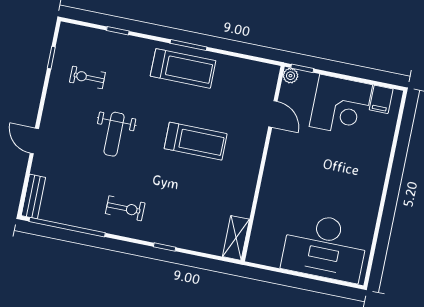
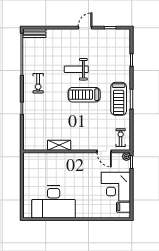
exercise bike: (87, 77) -> (121, 138), moved
door: (273, 114) -> (104, 151), hinge flipped
door: (34, 141) -> (85, 28), moved
treadmill: (196, 141) -> (84, 95), moved, turned 90
shelving: (236, 238) -> (59, 145), moved
desk: (325, 247) -> (54, 202), moved, turned -90

